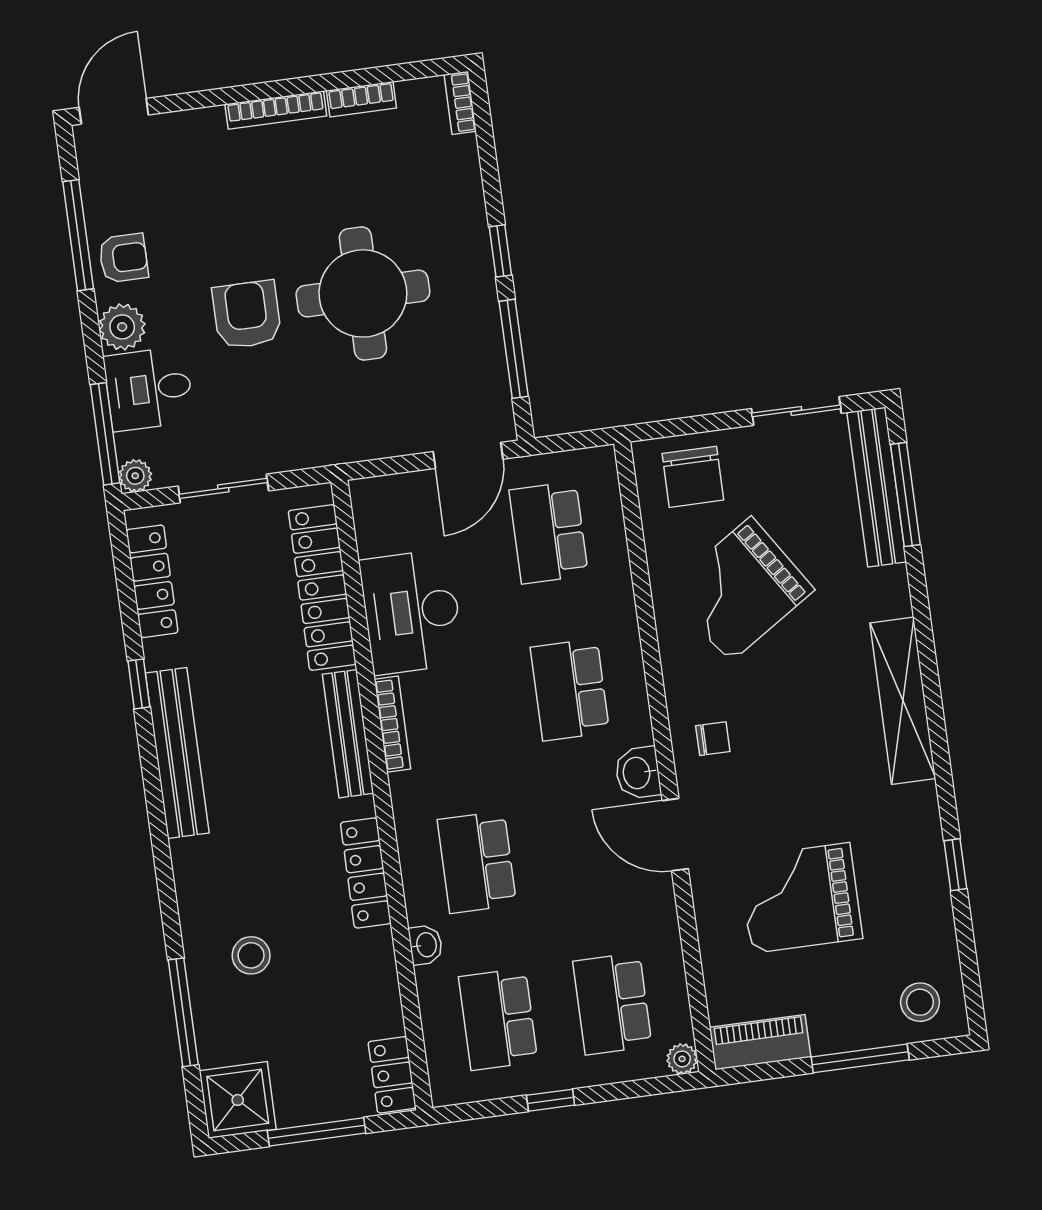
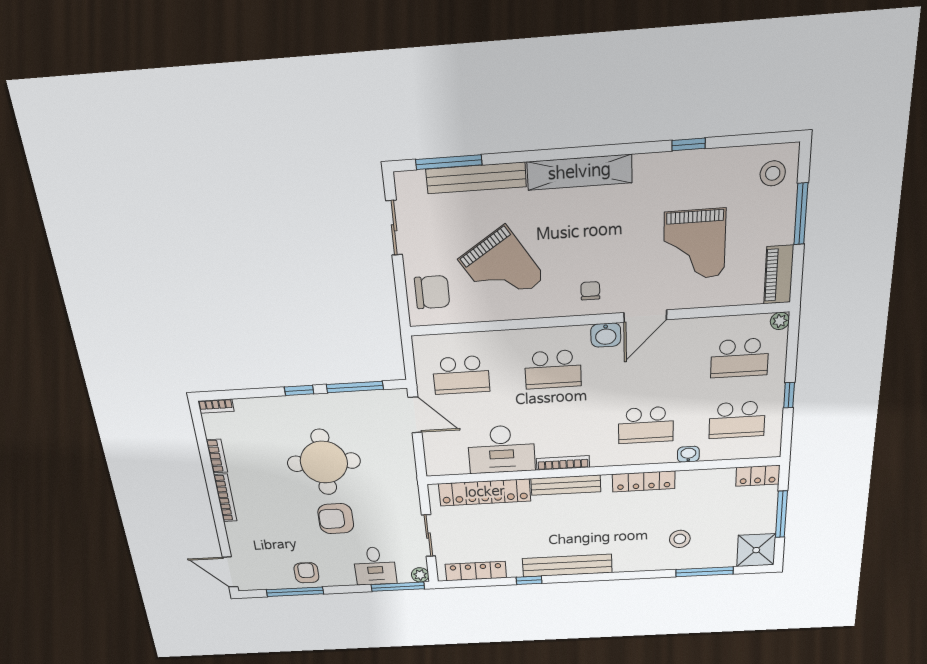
plant: (122, 327) -> (342, 576), removed
bench: (877, 487) -> (476, 178), moved

